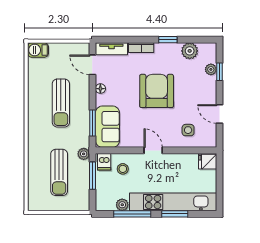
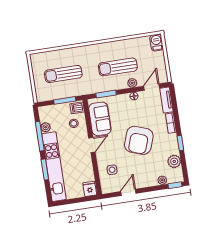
window: (219, 72) -> (175, 185), moved
armchair: (157, 91) -> (139, 140), turned 110
sofa: (107, 127) -> (100, 119), moved, turned -90
plant: (84, 154) -> (132, 83), moved

